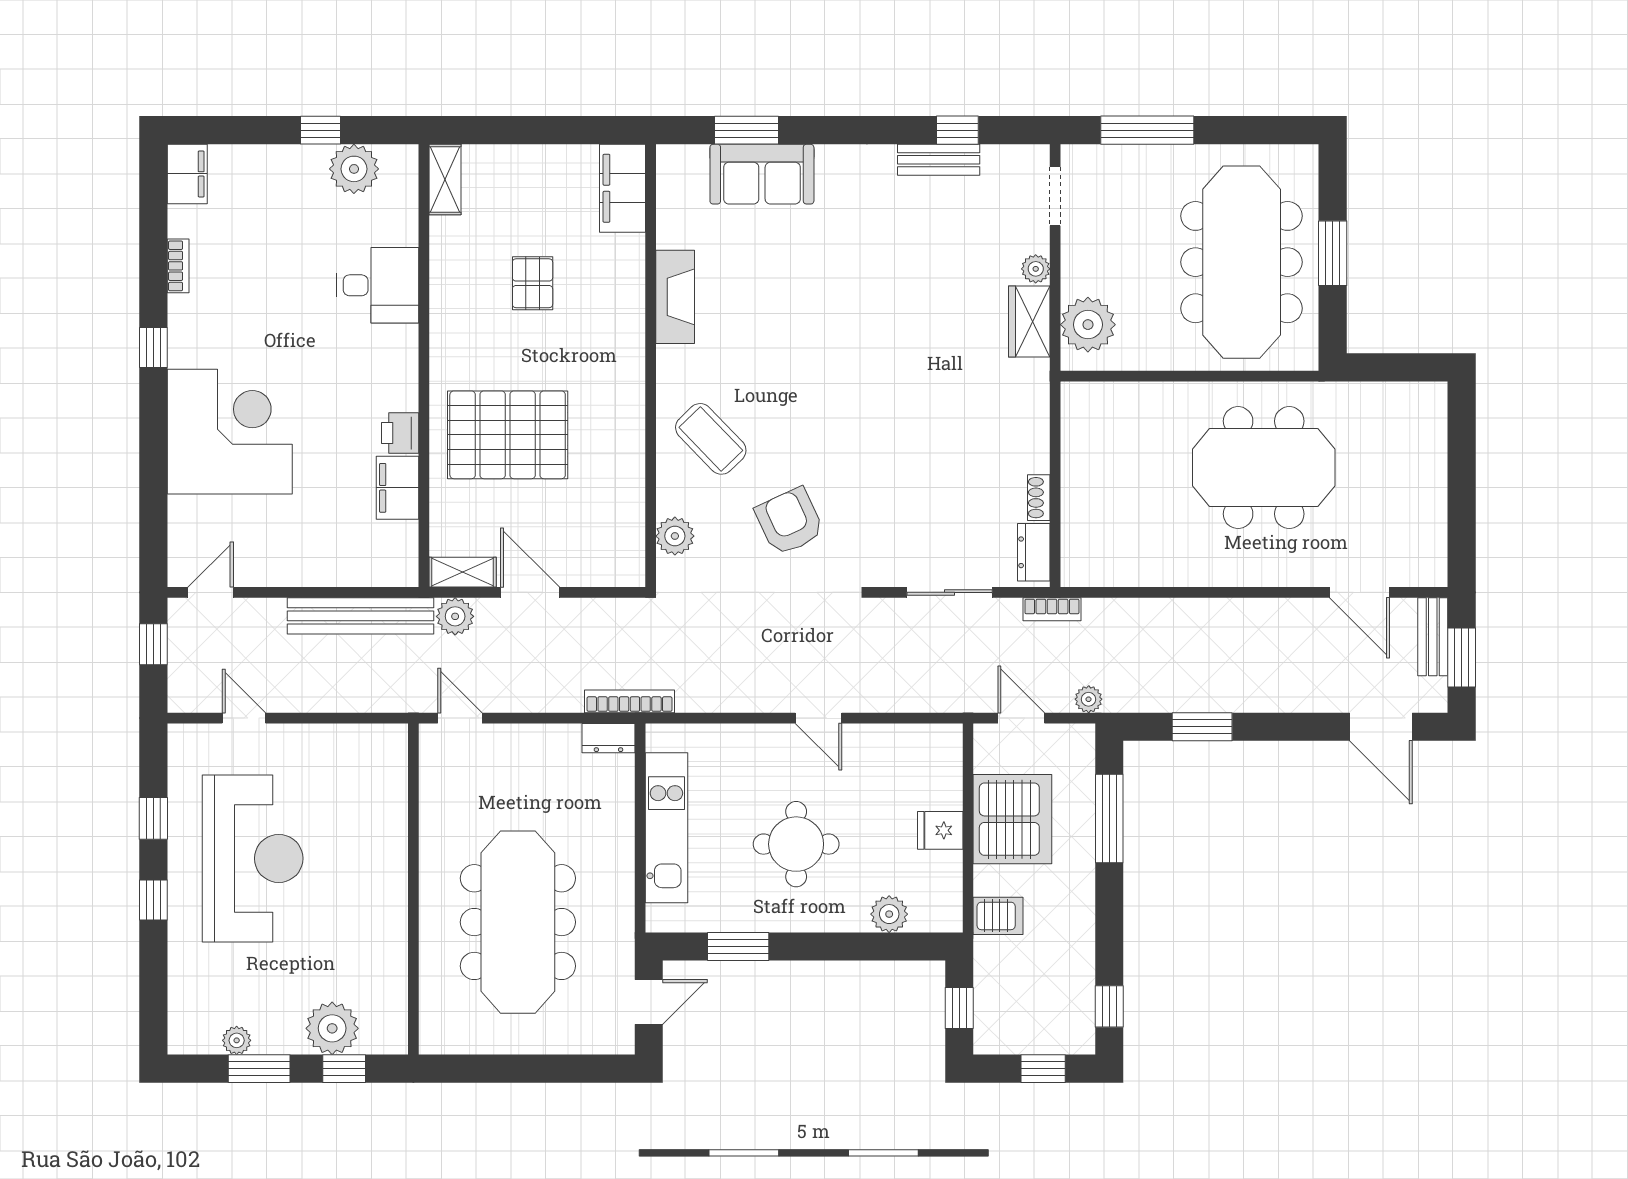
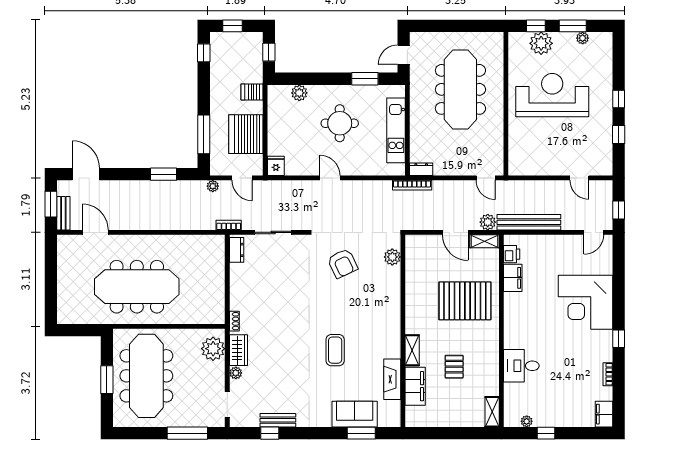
plant: (354, 169) -> (527, 421), width x0.53, depth x0.53
filing cabinet: (622, 188) -> (415, 386), moved
fireplace: (675, 297) -> (392, 379), moved
shelving: (629, 321) -> (412, 350), added
printer: (400, 433) -> (512, 254), moved
coffee table: (711, 439) -> (335, 350), moved, turned 44
meeting table: (1264, 468) -> (137, 287), width x1.36
shoe rack: (1039, 498) -> (234, 321), moved
fridge: (940, 830) -> (276, 166), moved, turned -90
reception desk: (253, 858) -> (552, 95), moved, turned 90

